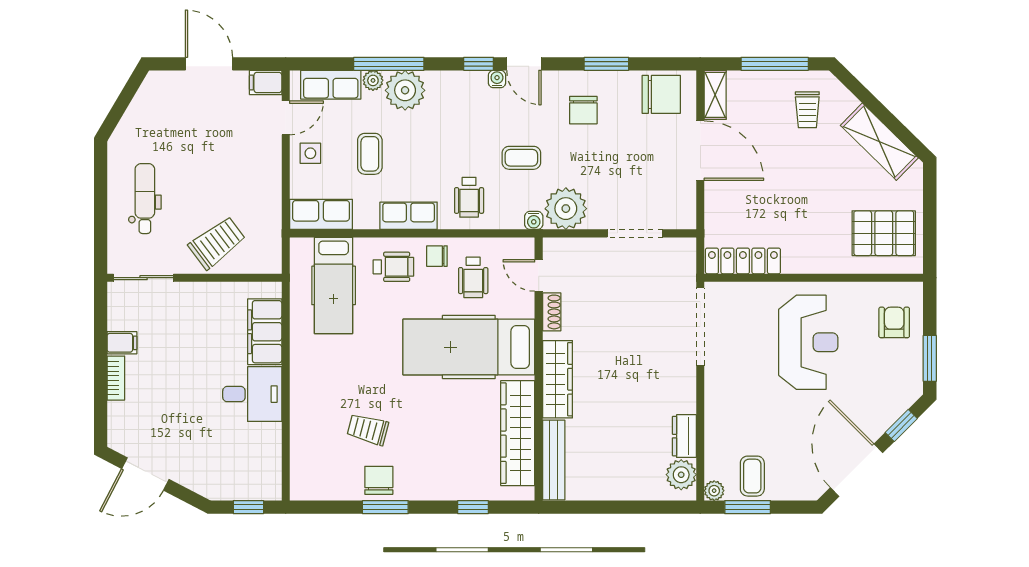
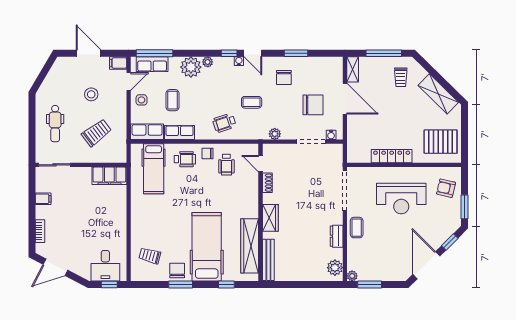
window: (389, 64) -> (154, 53), moved
plant: (373, 80) -> (208, 62), moved
chair: (661, 94) -> (313, 105), moved
stool: (214, 143) -> (91, 94), added
wheelchair: (469, 197) -> (224, 123), turned 72
dental chair: (145, 199) -> (55, 124), turned 180
plant: (566, 209) -> (275, 134), width x0.53, depth x0.53
row of seats: (409, 216) -> (179, 133), moved
water cooler: (534, 220) -> (331, 135), moved
trolley: (217, 243) -> (97, 133), moved
locker: (743, 261) -> (392, 156), moved
armchair: (894, 322) -> (446, 188), turned -77
filing cabinet: (265, 332) -> (109, 176), moved, turned -90
reception desk: (808, 342) -> (401, 199), turned 90
hospital bed: (469, 347) -> (207, 247), moved, turned 90
bookcase: (116, 378) -> (40, 231), moved
wardrobe: (557, 379) -> (270, 218), width x0.67
desk: (252, 394) -> (105, 266), moved, turned 90
trolley: (368, 429) -> (150, 256), moved
dresser: (684, 436) -> (337, 236), moved
coffee table: (752, 476) -> (357, 228), moved

